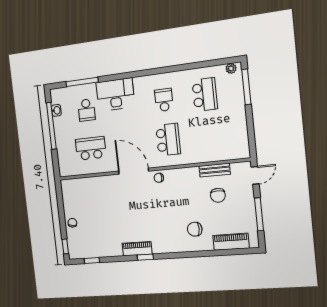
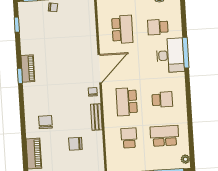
window: (82, 82) -> (186, 53), moved
school desk: (205, 95) -> (165, 136), turned 180
school desk: (209, 135) -> (129, 138), added
school desk: (168, 140) -> (127, 102), turned 90
bench: (215, 170) -> (96, 117), moved

